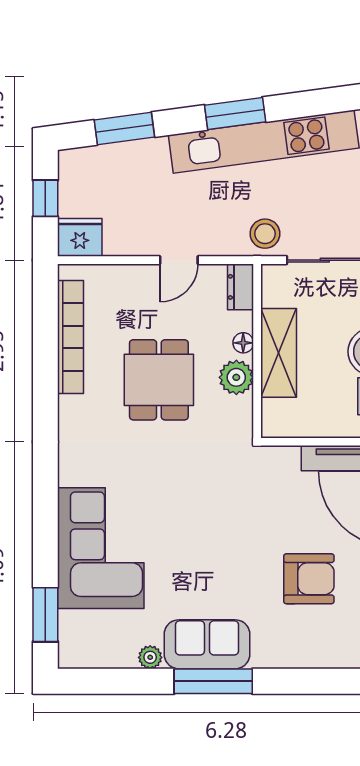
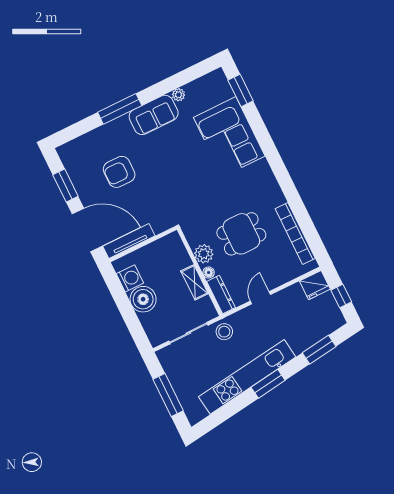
dresser: (241, 287) -> (221, 295), width x1.44
shelving: (279, 353) -> (194, 282), width x0.67, depth x0.75
dining table: (159, 380) -> (241, 234), turned 90
window: (213, 681) -> (120, 109), moved

